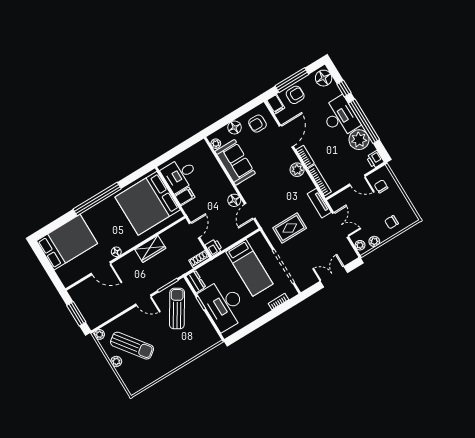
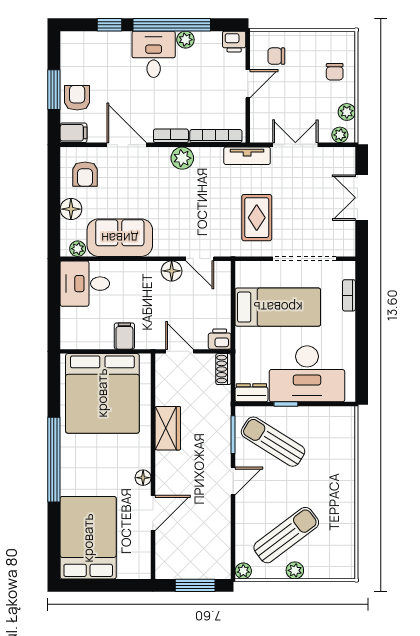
floor lamp: (324, 78) -> (78, 44), removed
window: (292, 80) -> (54, 90), width x0.69
desk: (340, 117) -> (154, 54), width x0.73
plant: (359, 140) -> (185, 40), width x0.53, depth x0.53
desk: (180, 175) -> (85, 284), moved, turned 90

